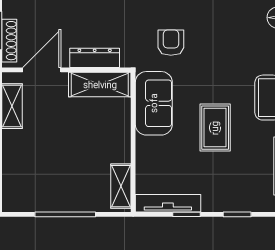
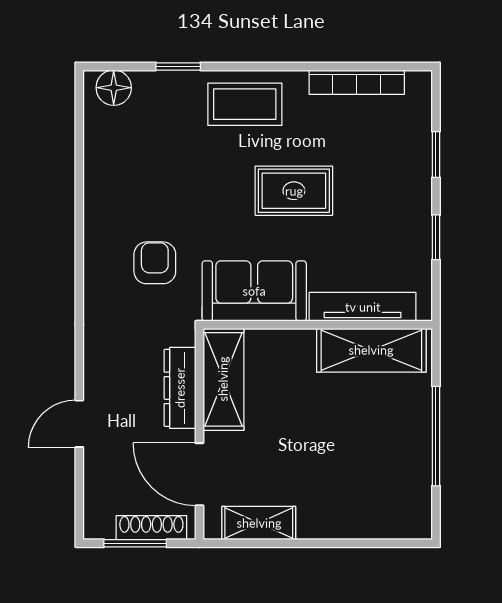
armchair: (171, 43) -> (155, 263), turned 90
shelving: (121, 186) -> (371, 350), width x1.50, depth x1.33
tv unit: (168, 203) -> (363, 307), moved, turned 90

